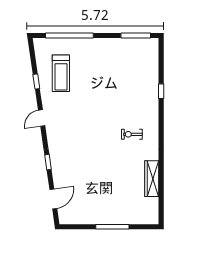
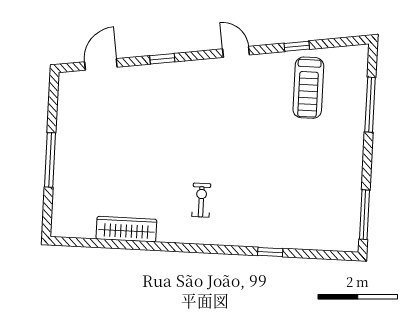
window: (69, 36) -> (370, 105), width x0.68
treadmill: (61, 73) -> (308, 88), turned -90
door: (53, 199) -> (101, 64), swing flipped

